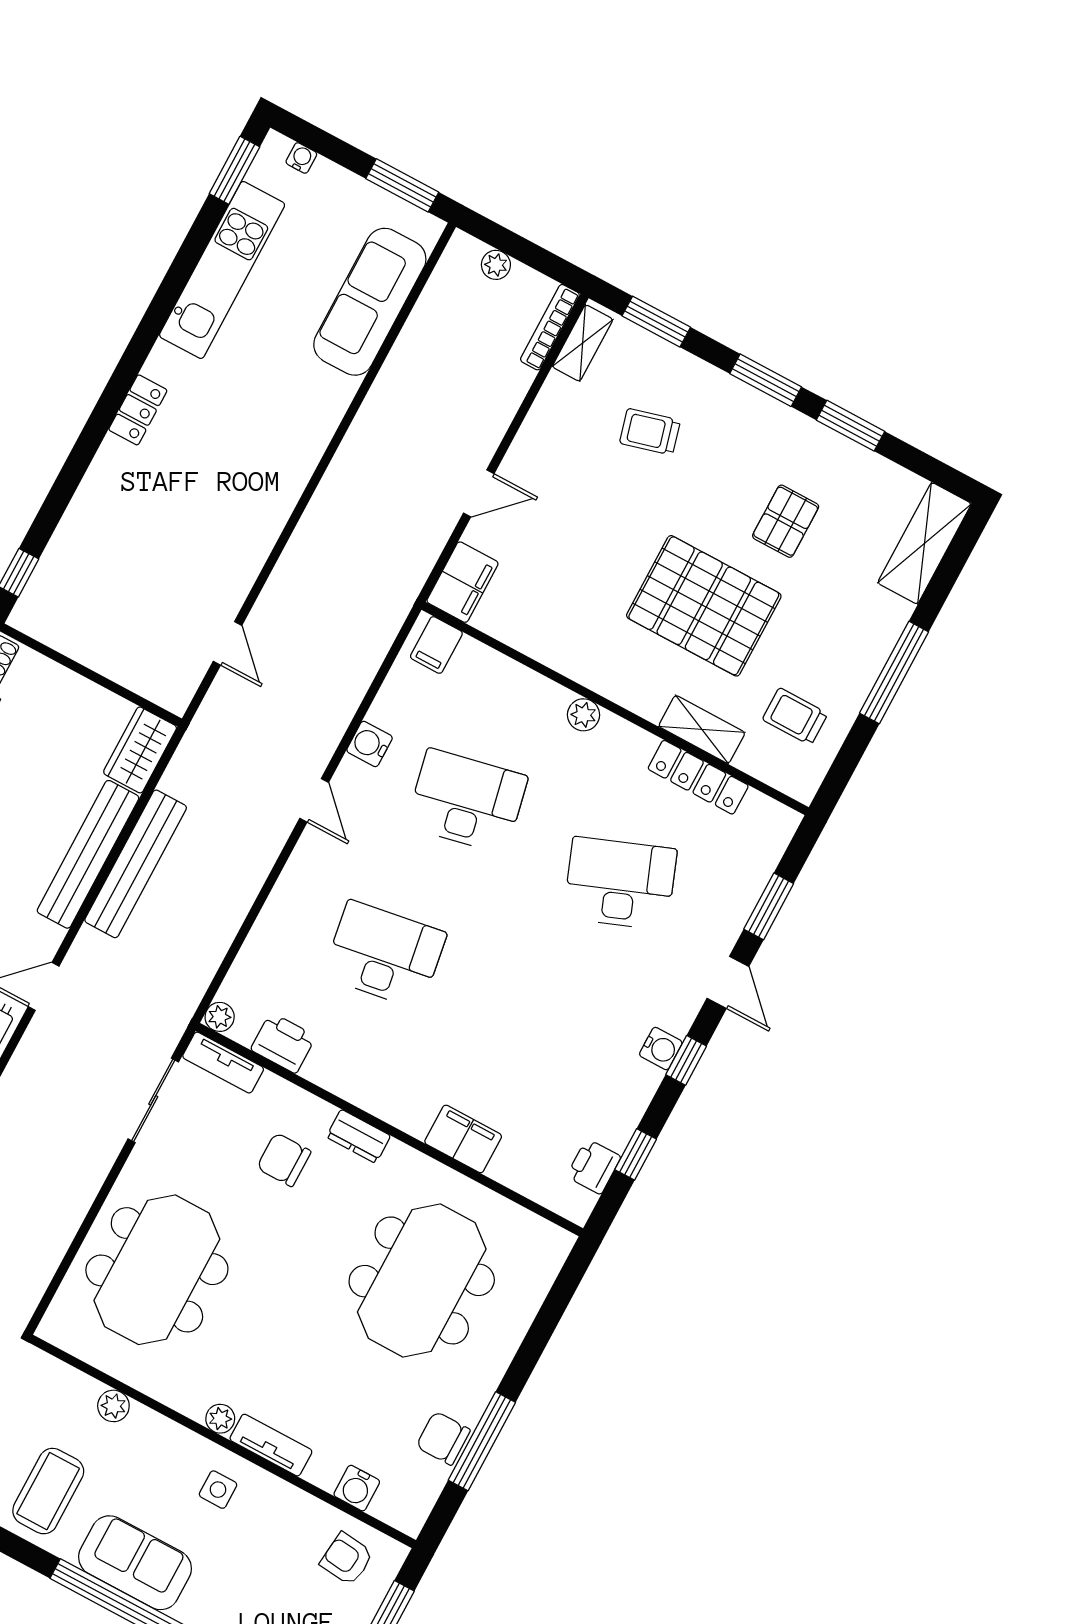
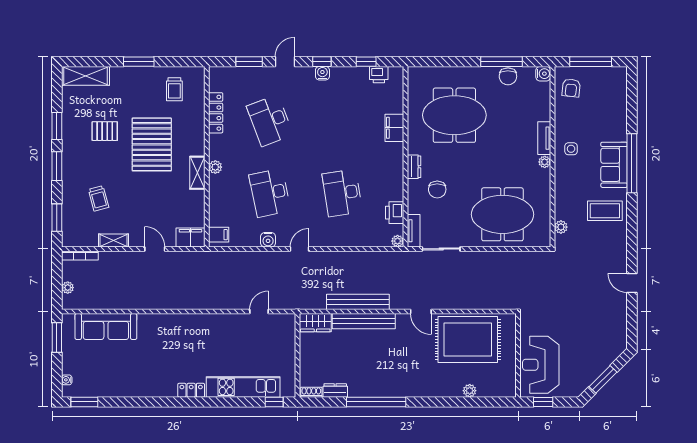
kitchen unit: (222, 270) -> (243, 387), moved
shelving: (583, 343) -> (114, 240), moved
window: (894, 672) -> (139, 62), width x0.69
shelving: (702, 729) -> (197, 173), moved
plant: (113, 1406) -> (561, 227), moved
water cooler: (357, 1488) -> (543, 74), moved

